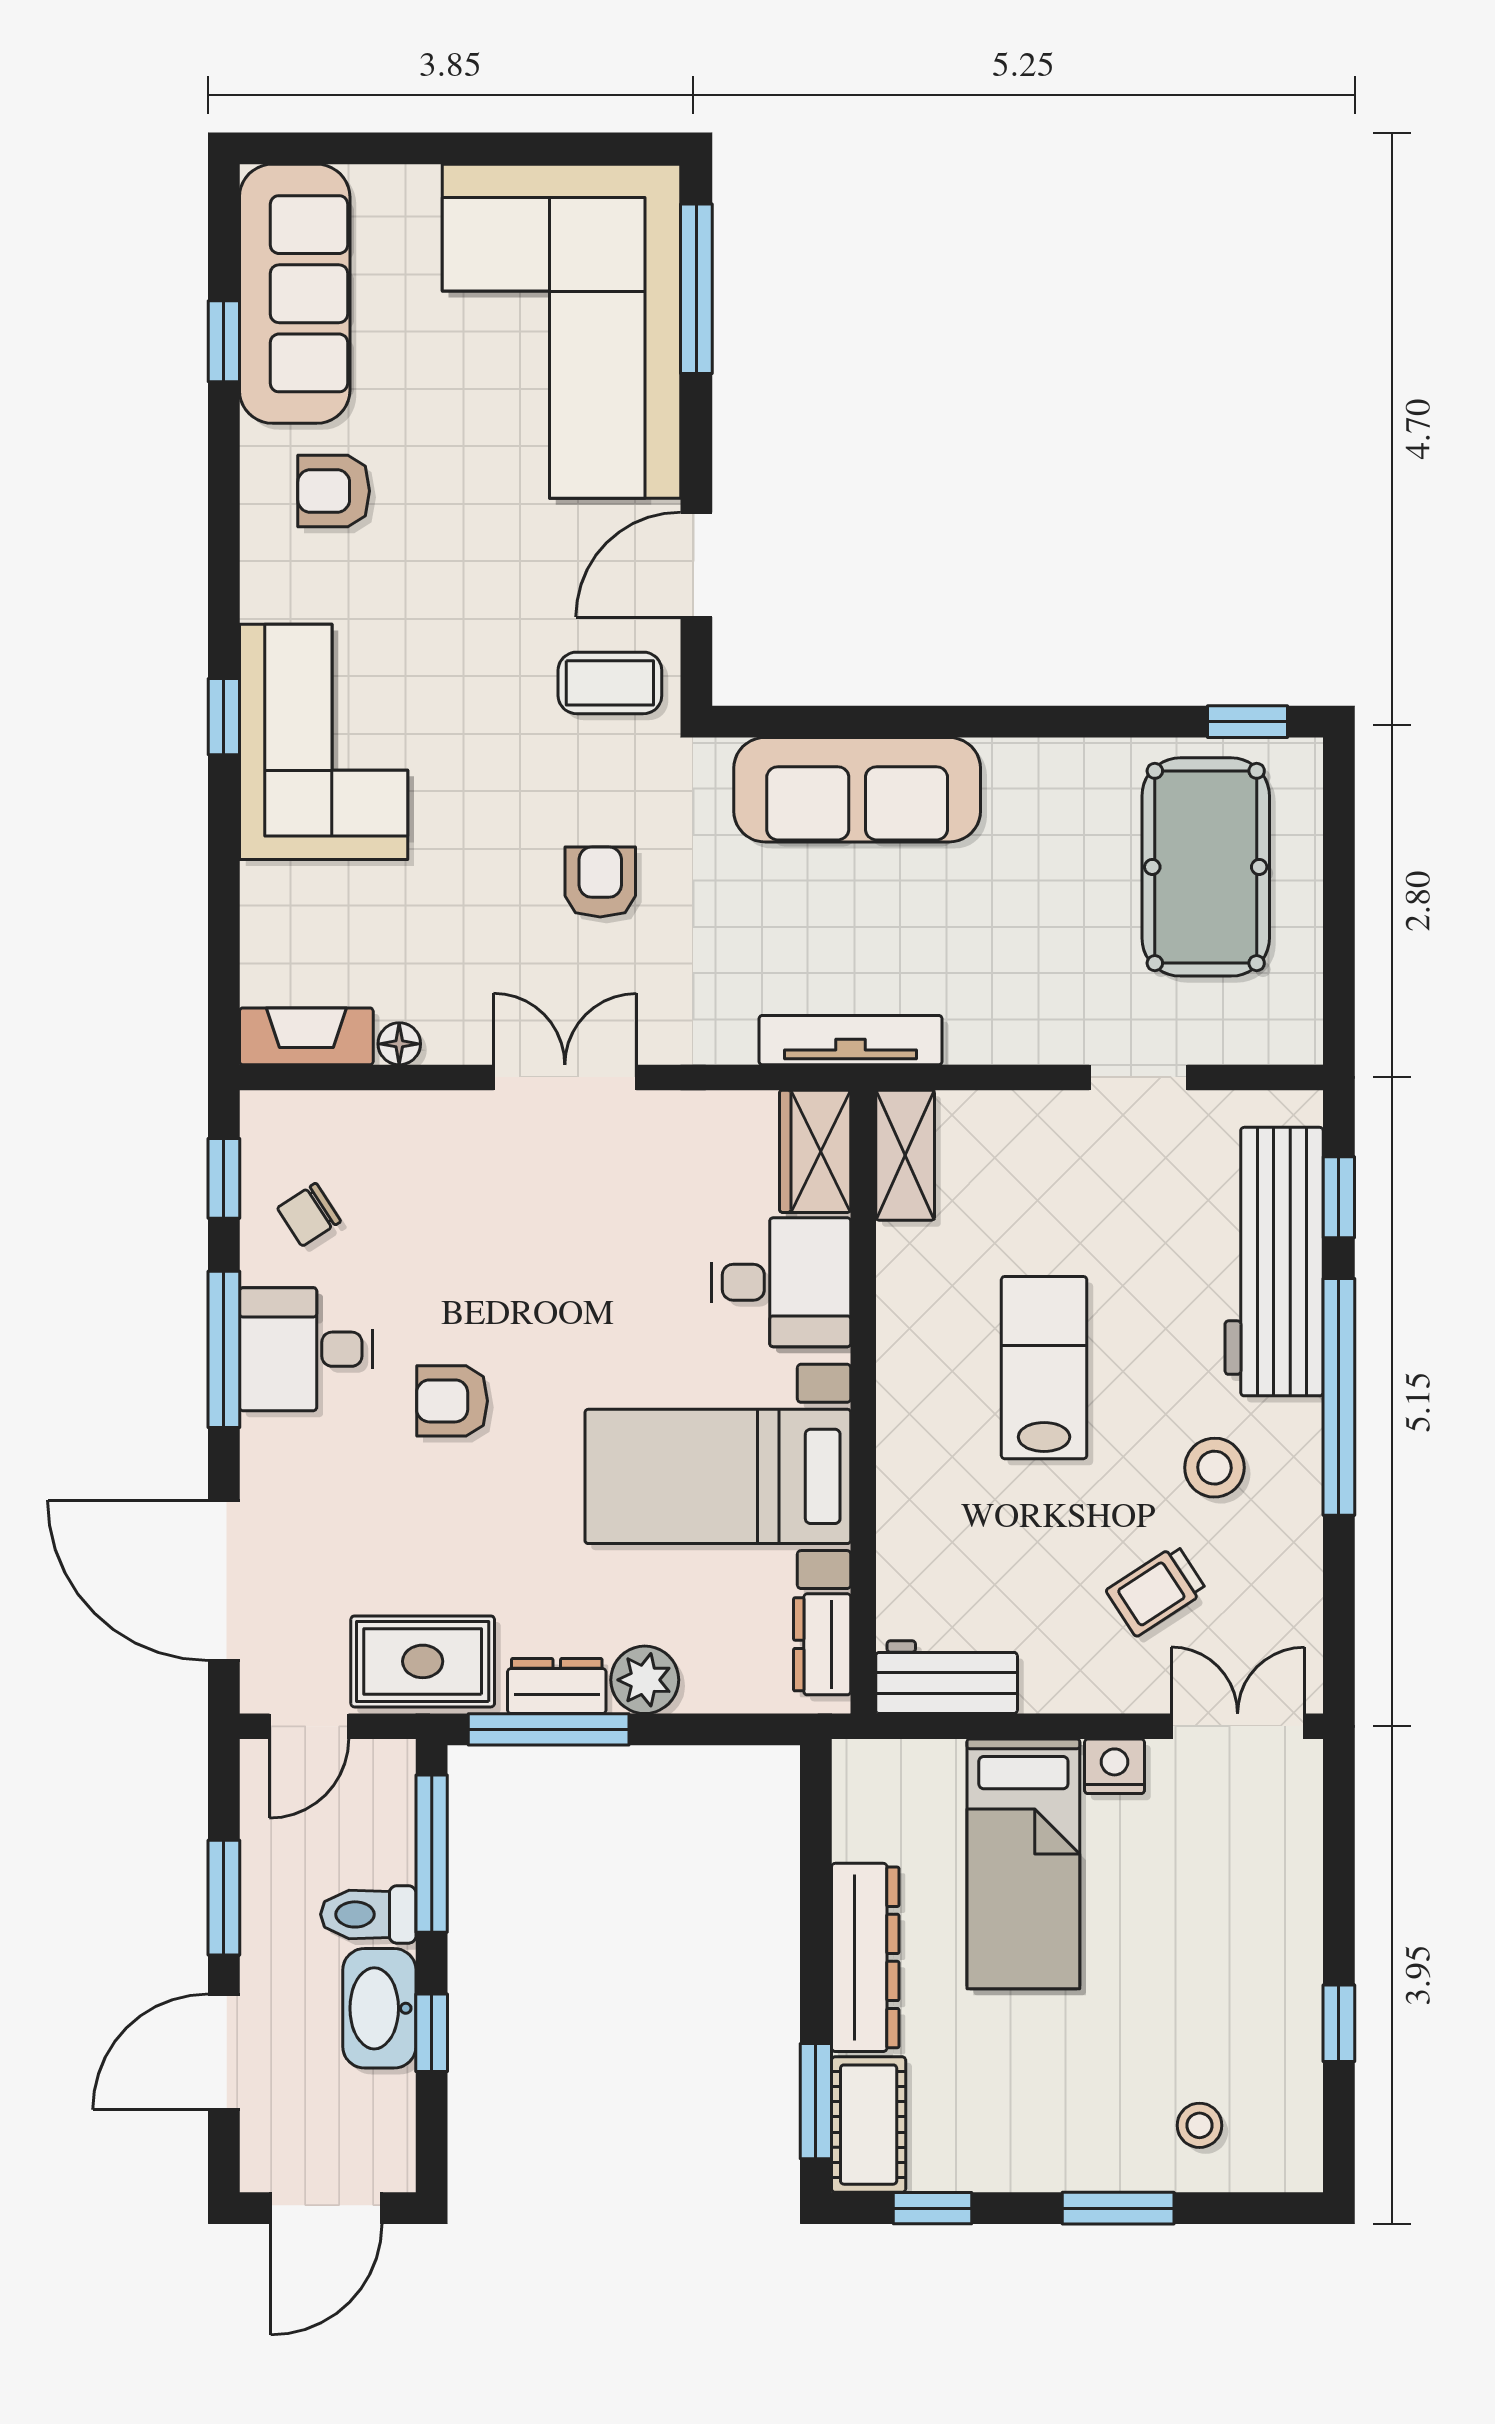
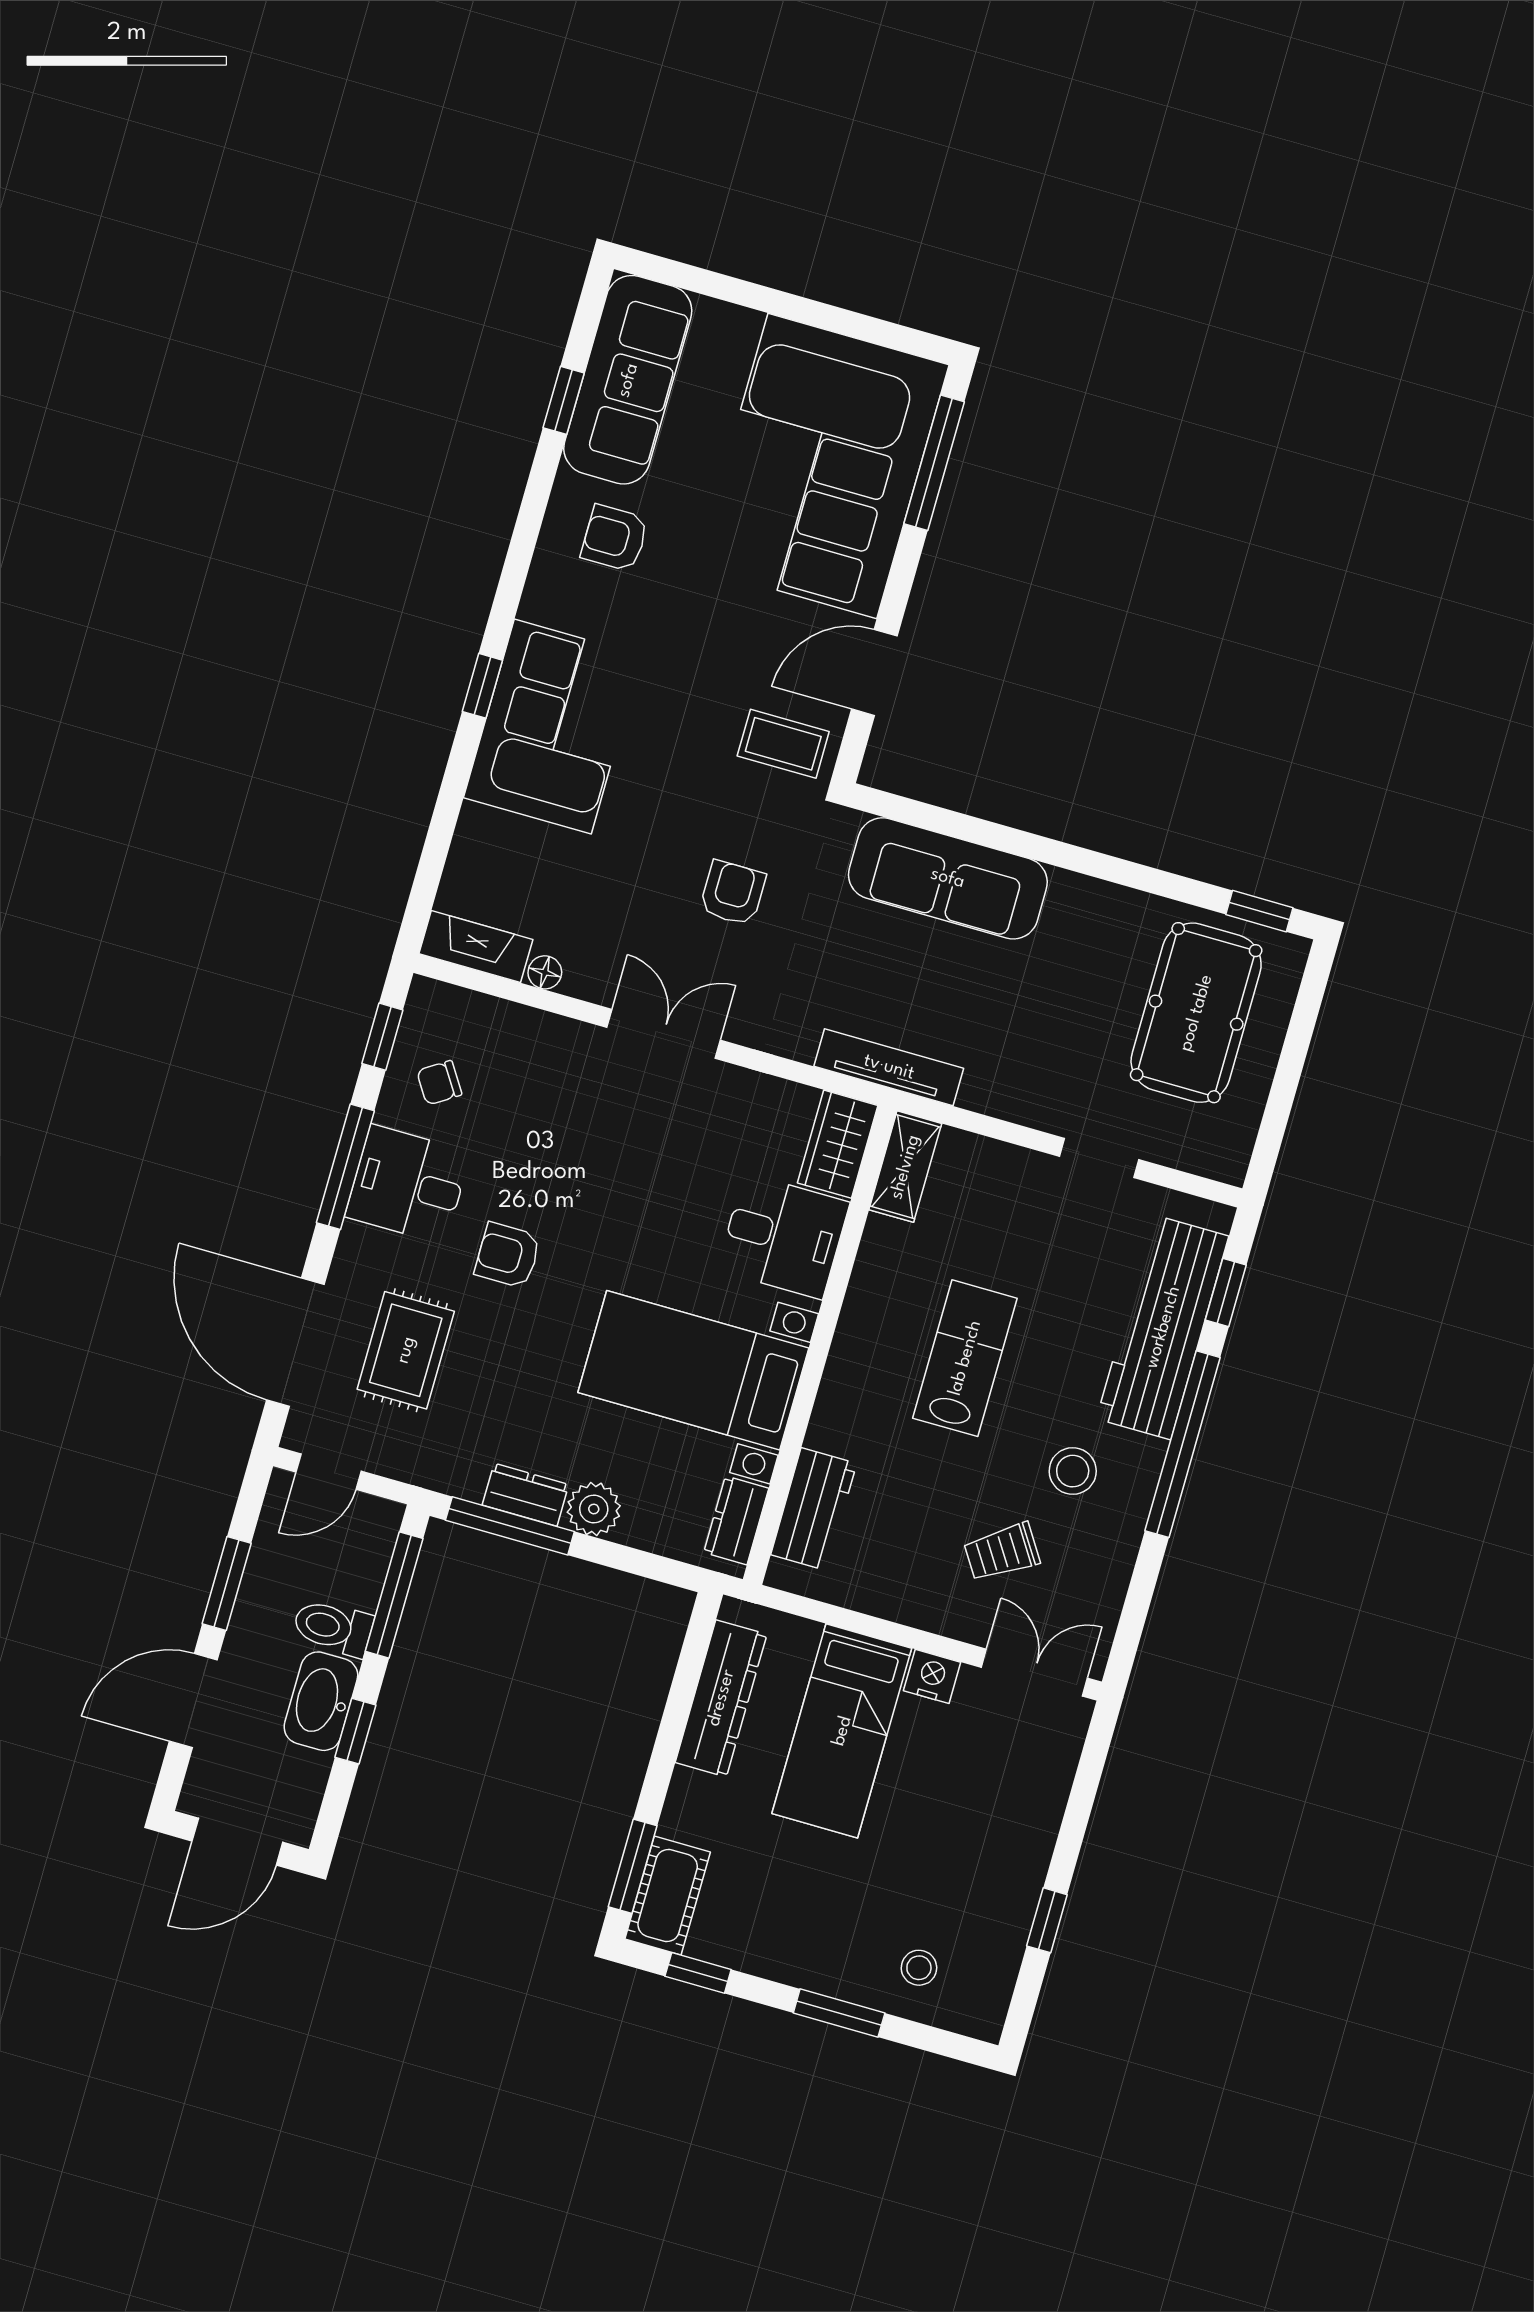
rug: (423, 1661) -> (406, 1350), moved, turned 90
workbench: (947, 1677) -> (814, 1509), moved, turned 90
dresser: (865, 1957) -> (721, 1698), moved

